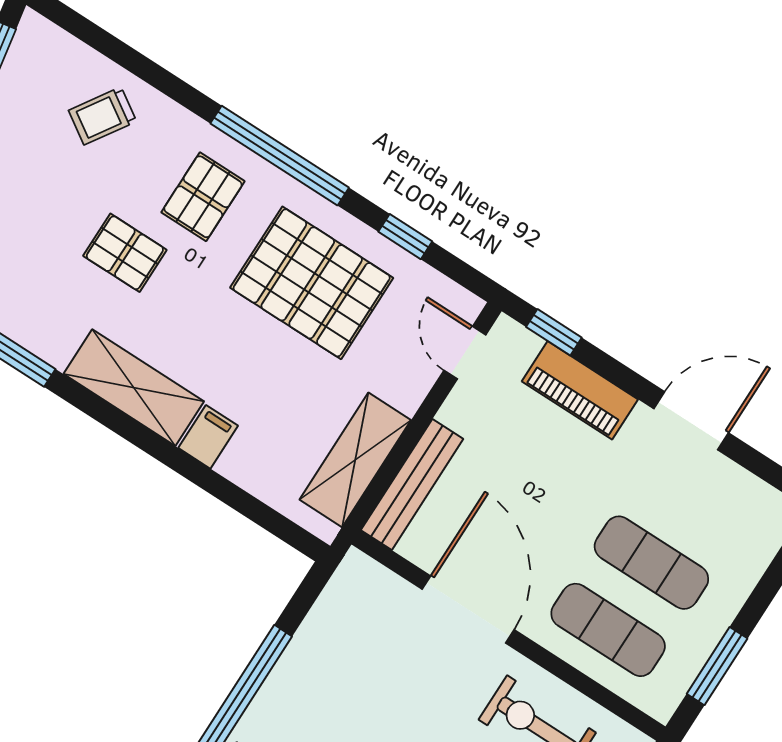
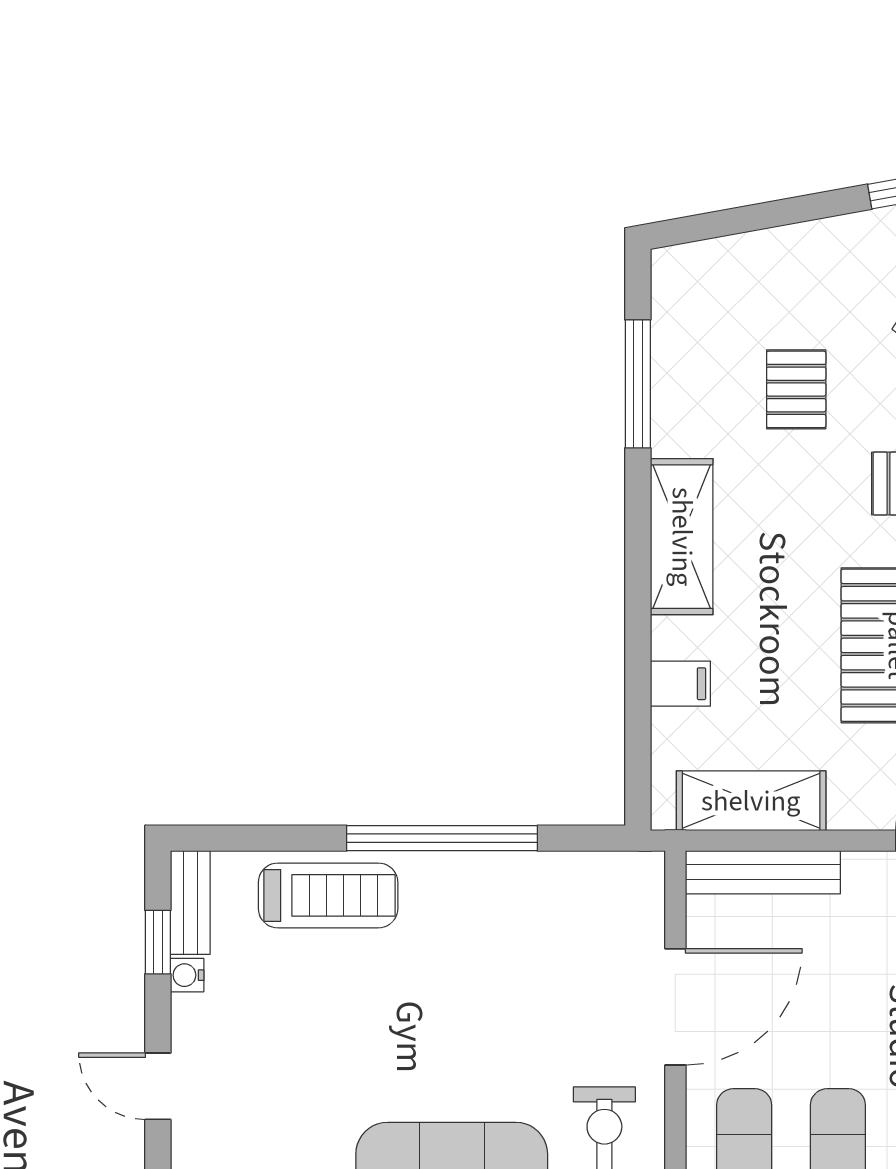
pallet: (125, 253) -> (796, 389), moved
filing cabinet: (208, 437) -> (680, 684), moved

